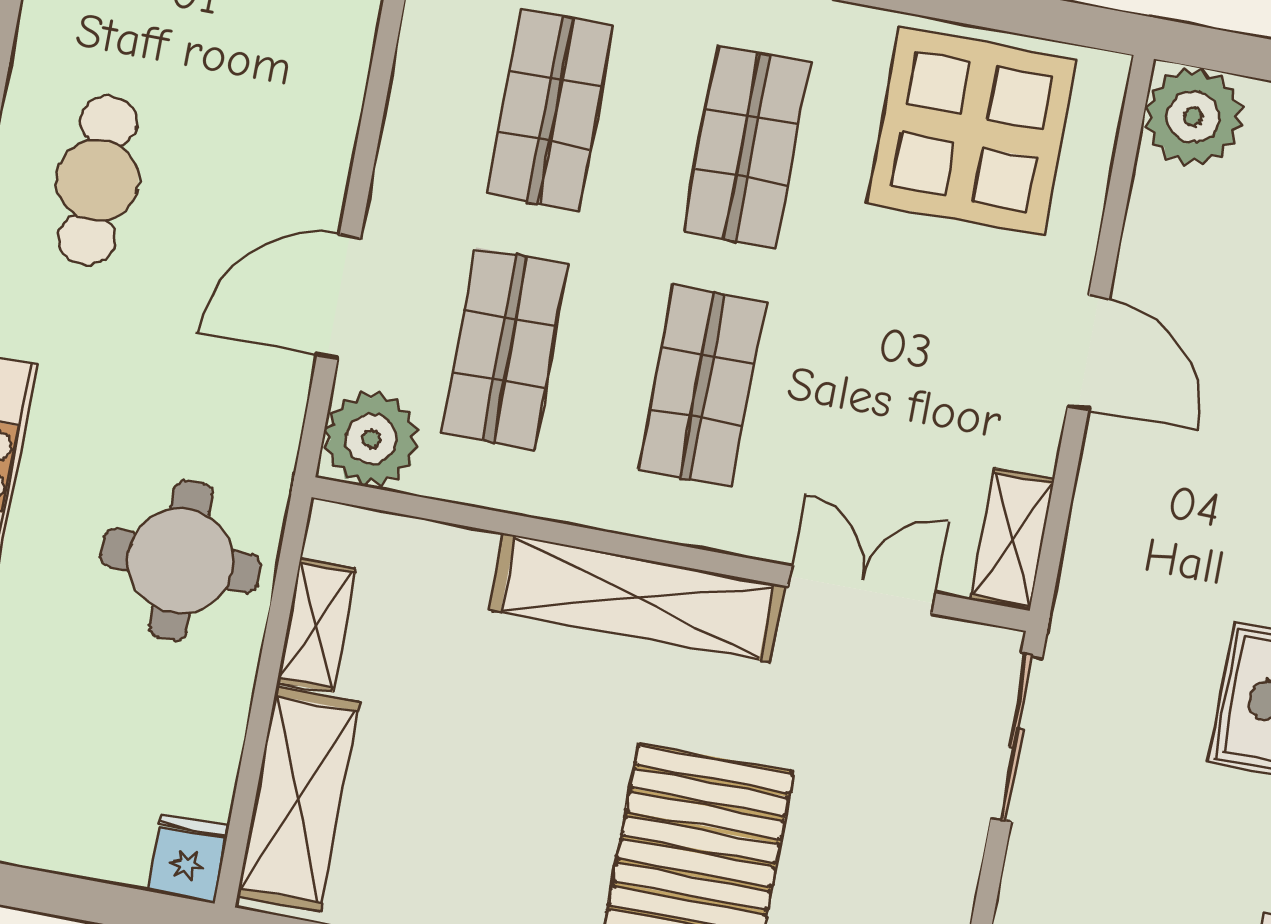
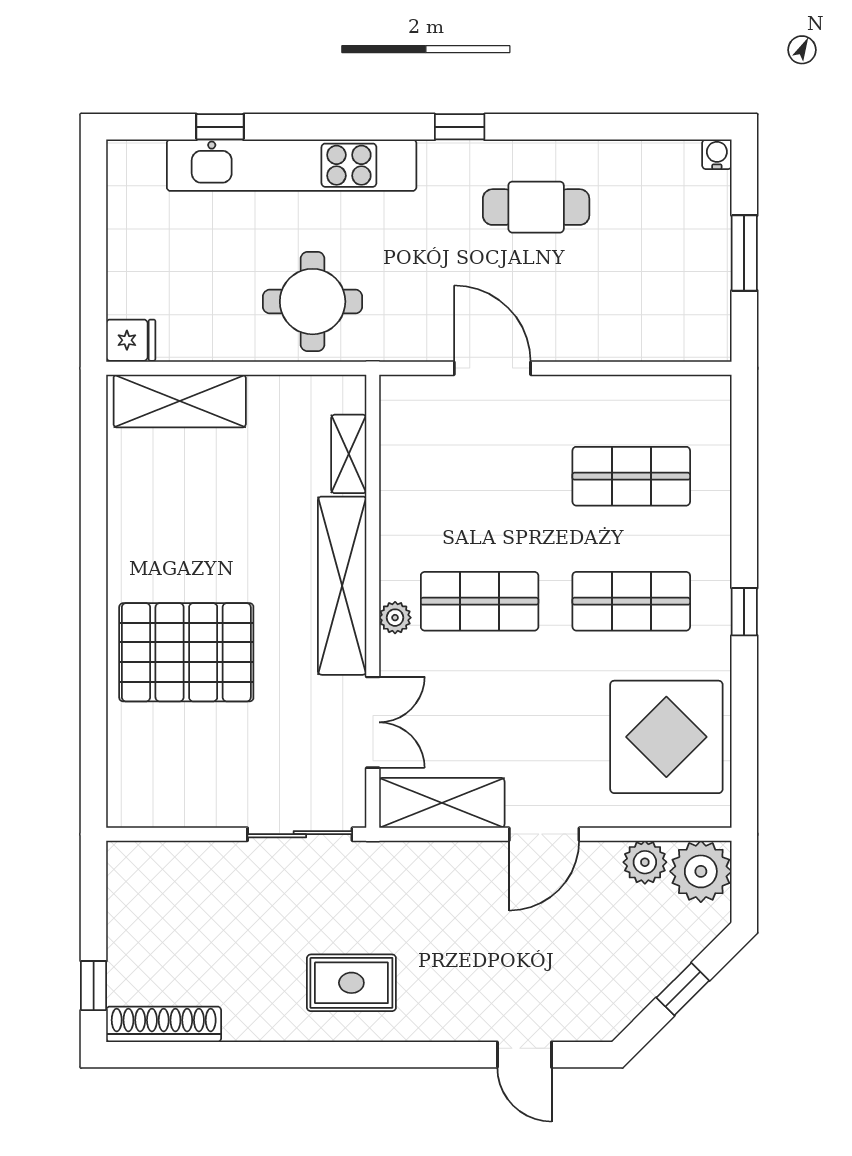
plant: (1162, 202) -> (645, 862), added
shop shelf: (505, 349) -> (480, 476), removed
plant: (371, 439) -> (395, 618), moved, width x0.53, depth x0.53
shelving: (1013, 540) -> (442, 803), width x1.50, depth x1.33
shelving: (316, 625) -> (349, 454), moved, turned 90

